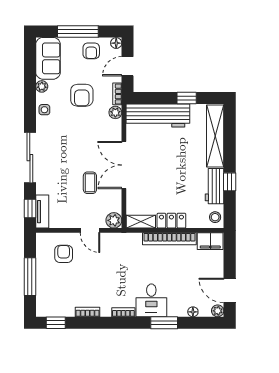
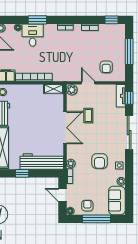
door: (128, 66) -> (62, 195), swing flipped
armchair: (82, 95) -> (100, 161), moved, turned 180
locker: (171, 221) -> (33, 90), removed
desk: (151, 300) -> (33, 35), moved

